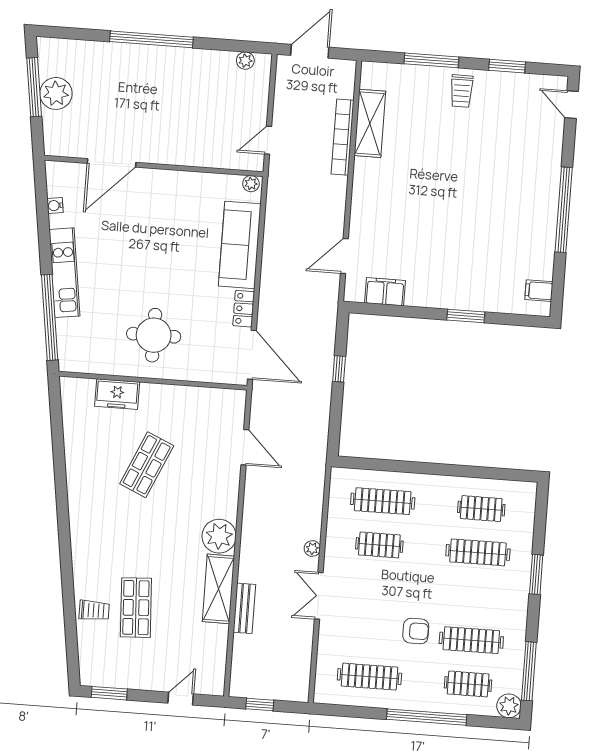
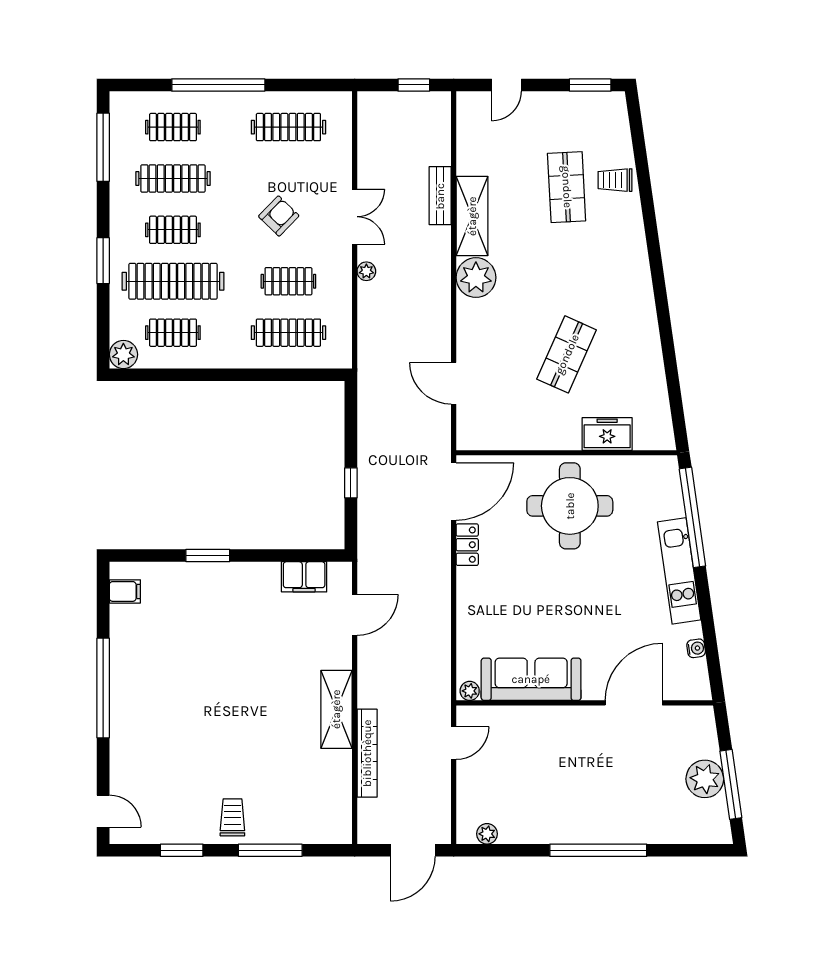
shelving: (370, 123) -> (336, 709), moved
sofa: (240, 245) -> (531, 679), moved, turned -90
round table: (154, 335) -> (570, 506), width x1.36, depth x1.36
door: (252, 355) -> (454, 492), swing flipped
clothes rail: (478, 552) -> (173, 281), width x1.37, depth x1.31
clothes rail: (475, 596) -> (173, 230), added
armchair: (416, 631) -> (279, 216), moved, turned 134
plant: (509, 706) -> (123, 354), moved

